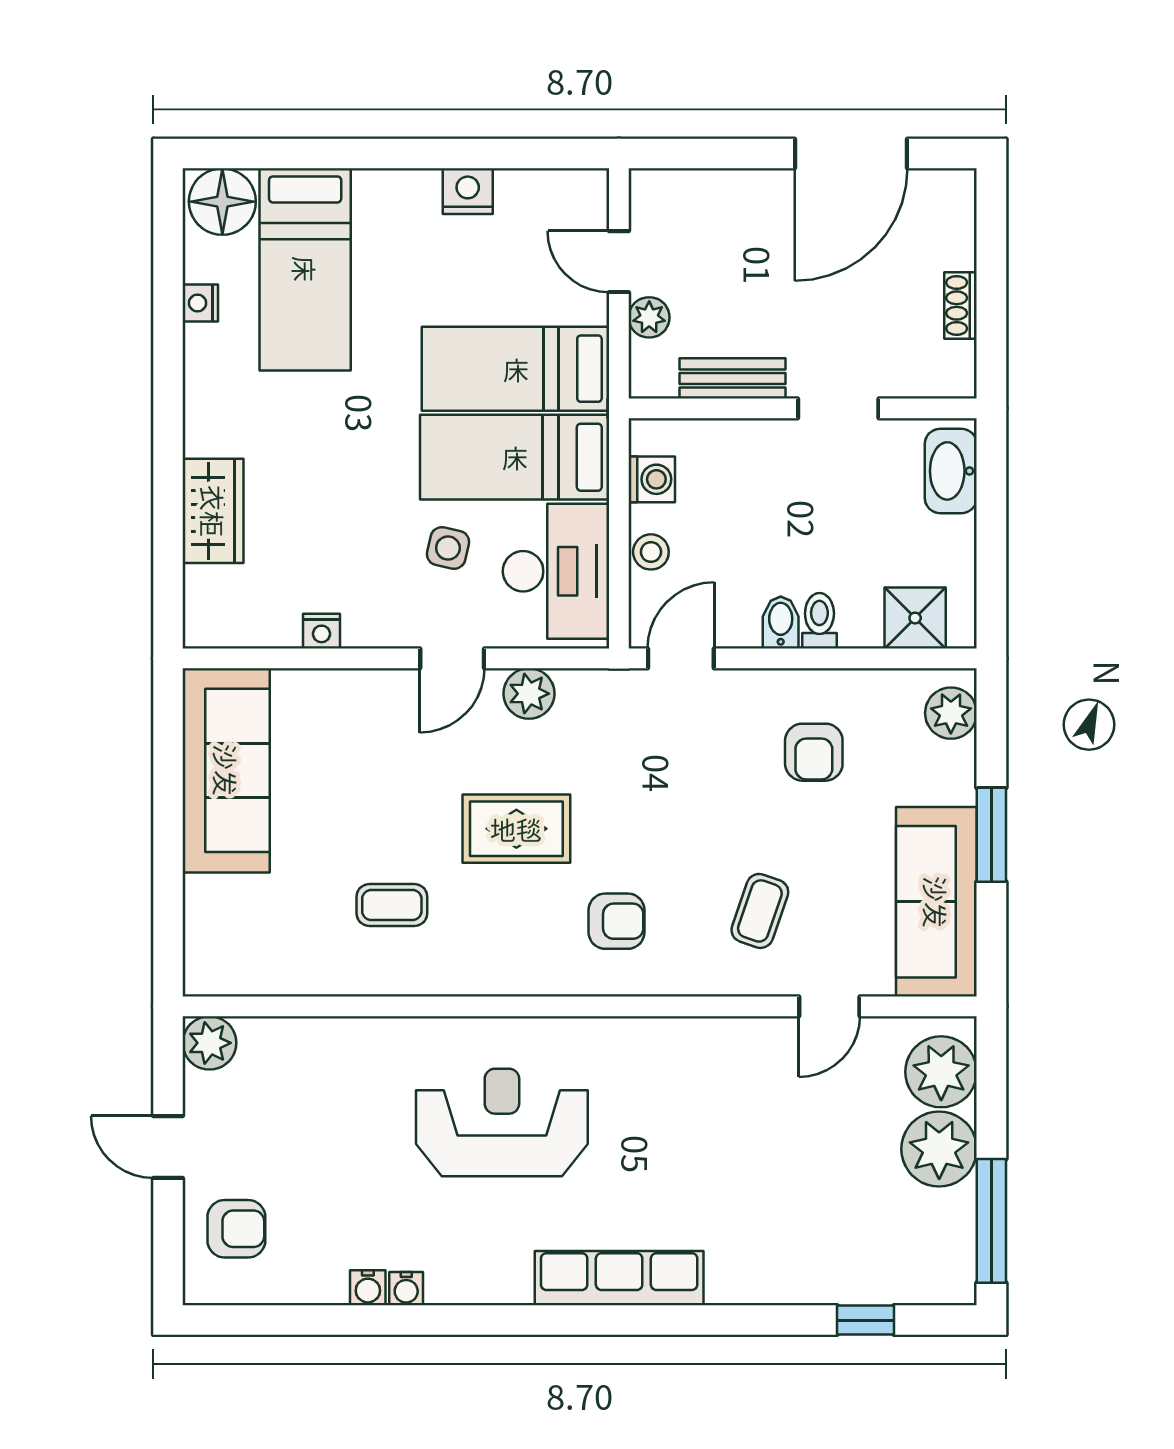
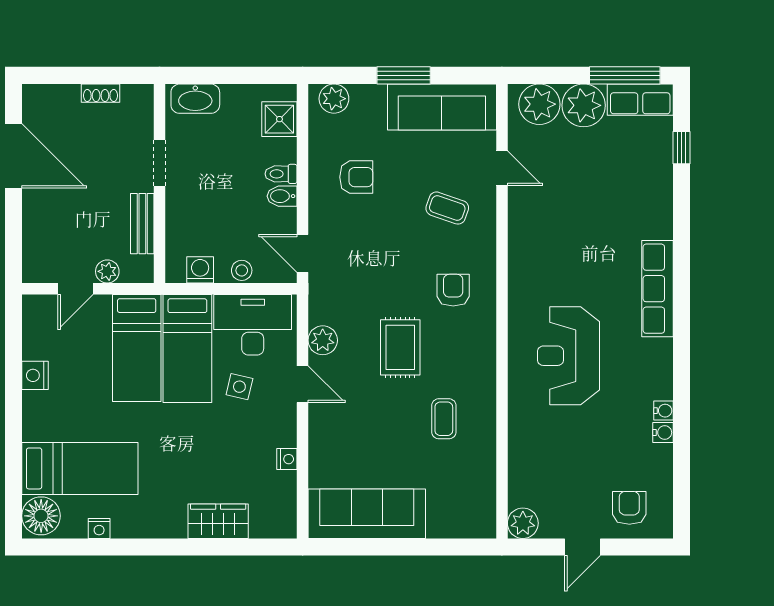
row of seats: (949, 1248) -> (640, 100), added

